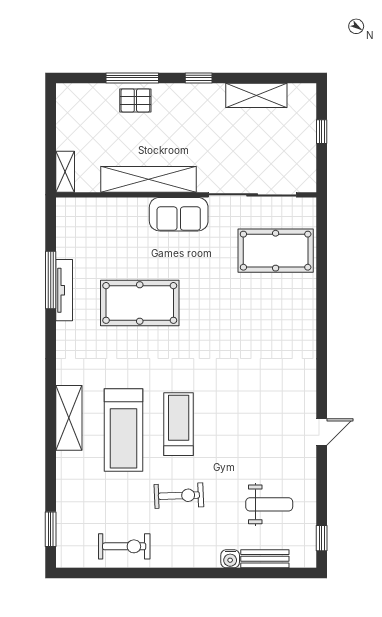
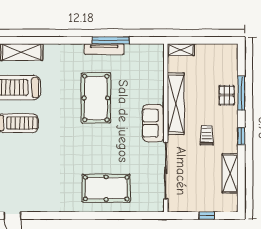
trolley: (197, 131) -> (207, 135), added
pool table: (276, 251) -> (106, 188), moved, turned 90

